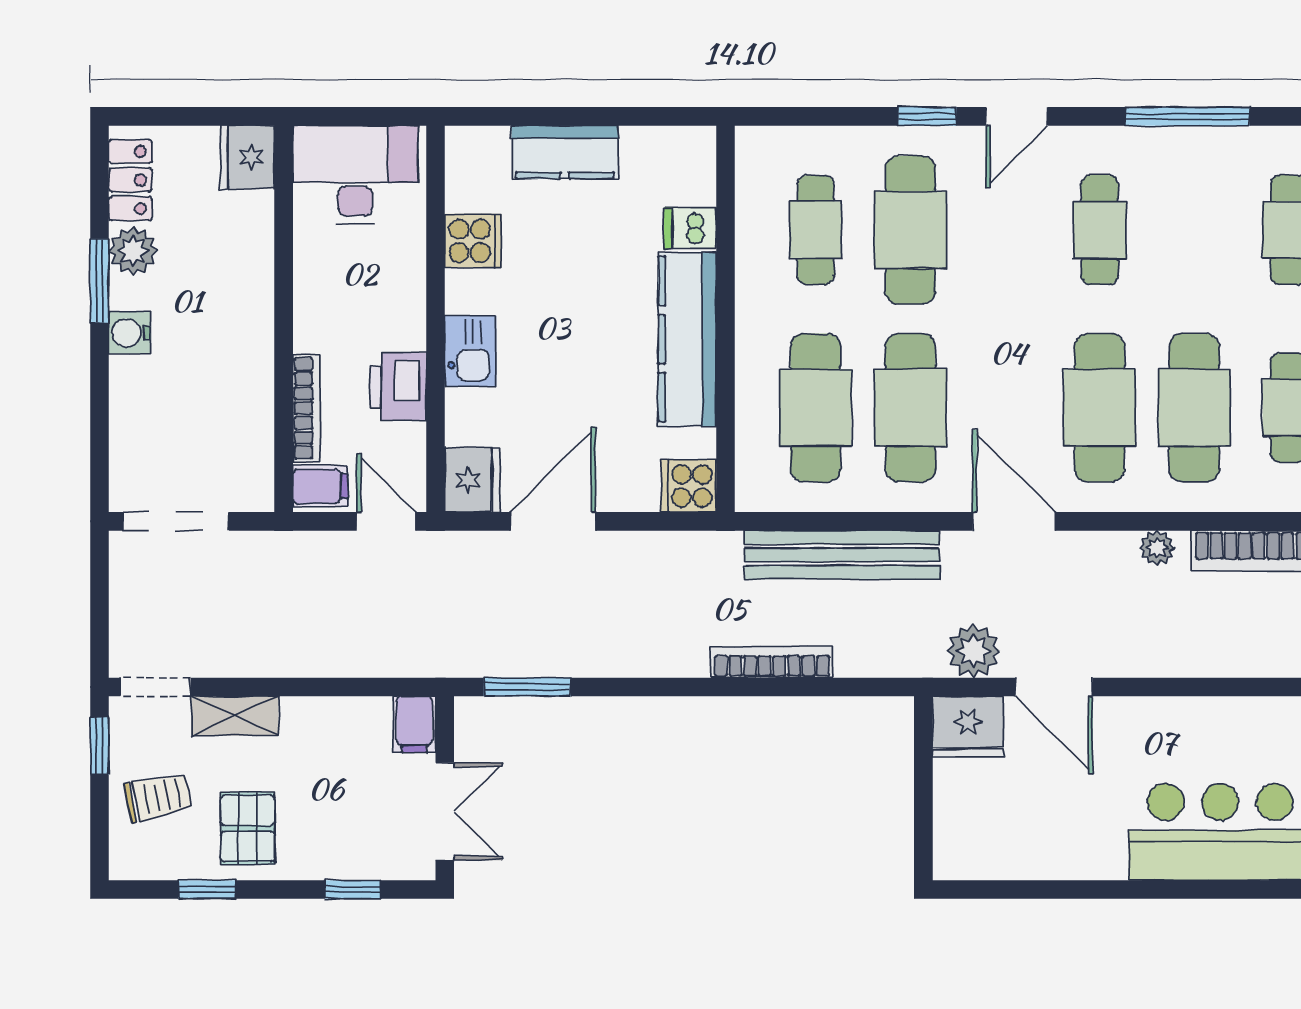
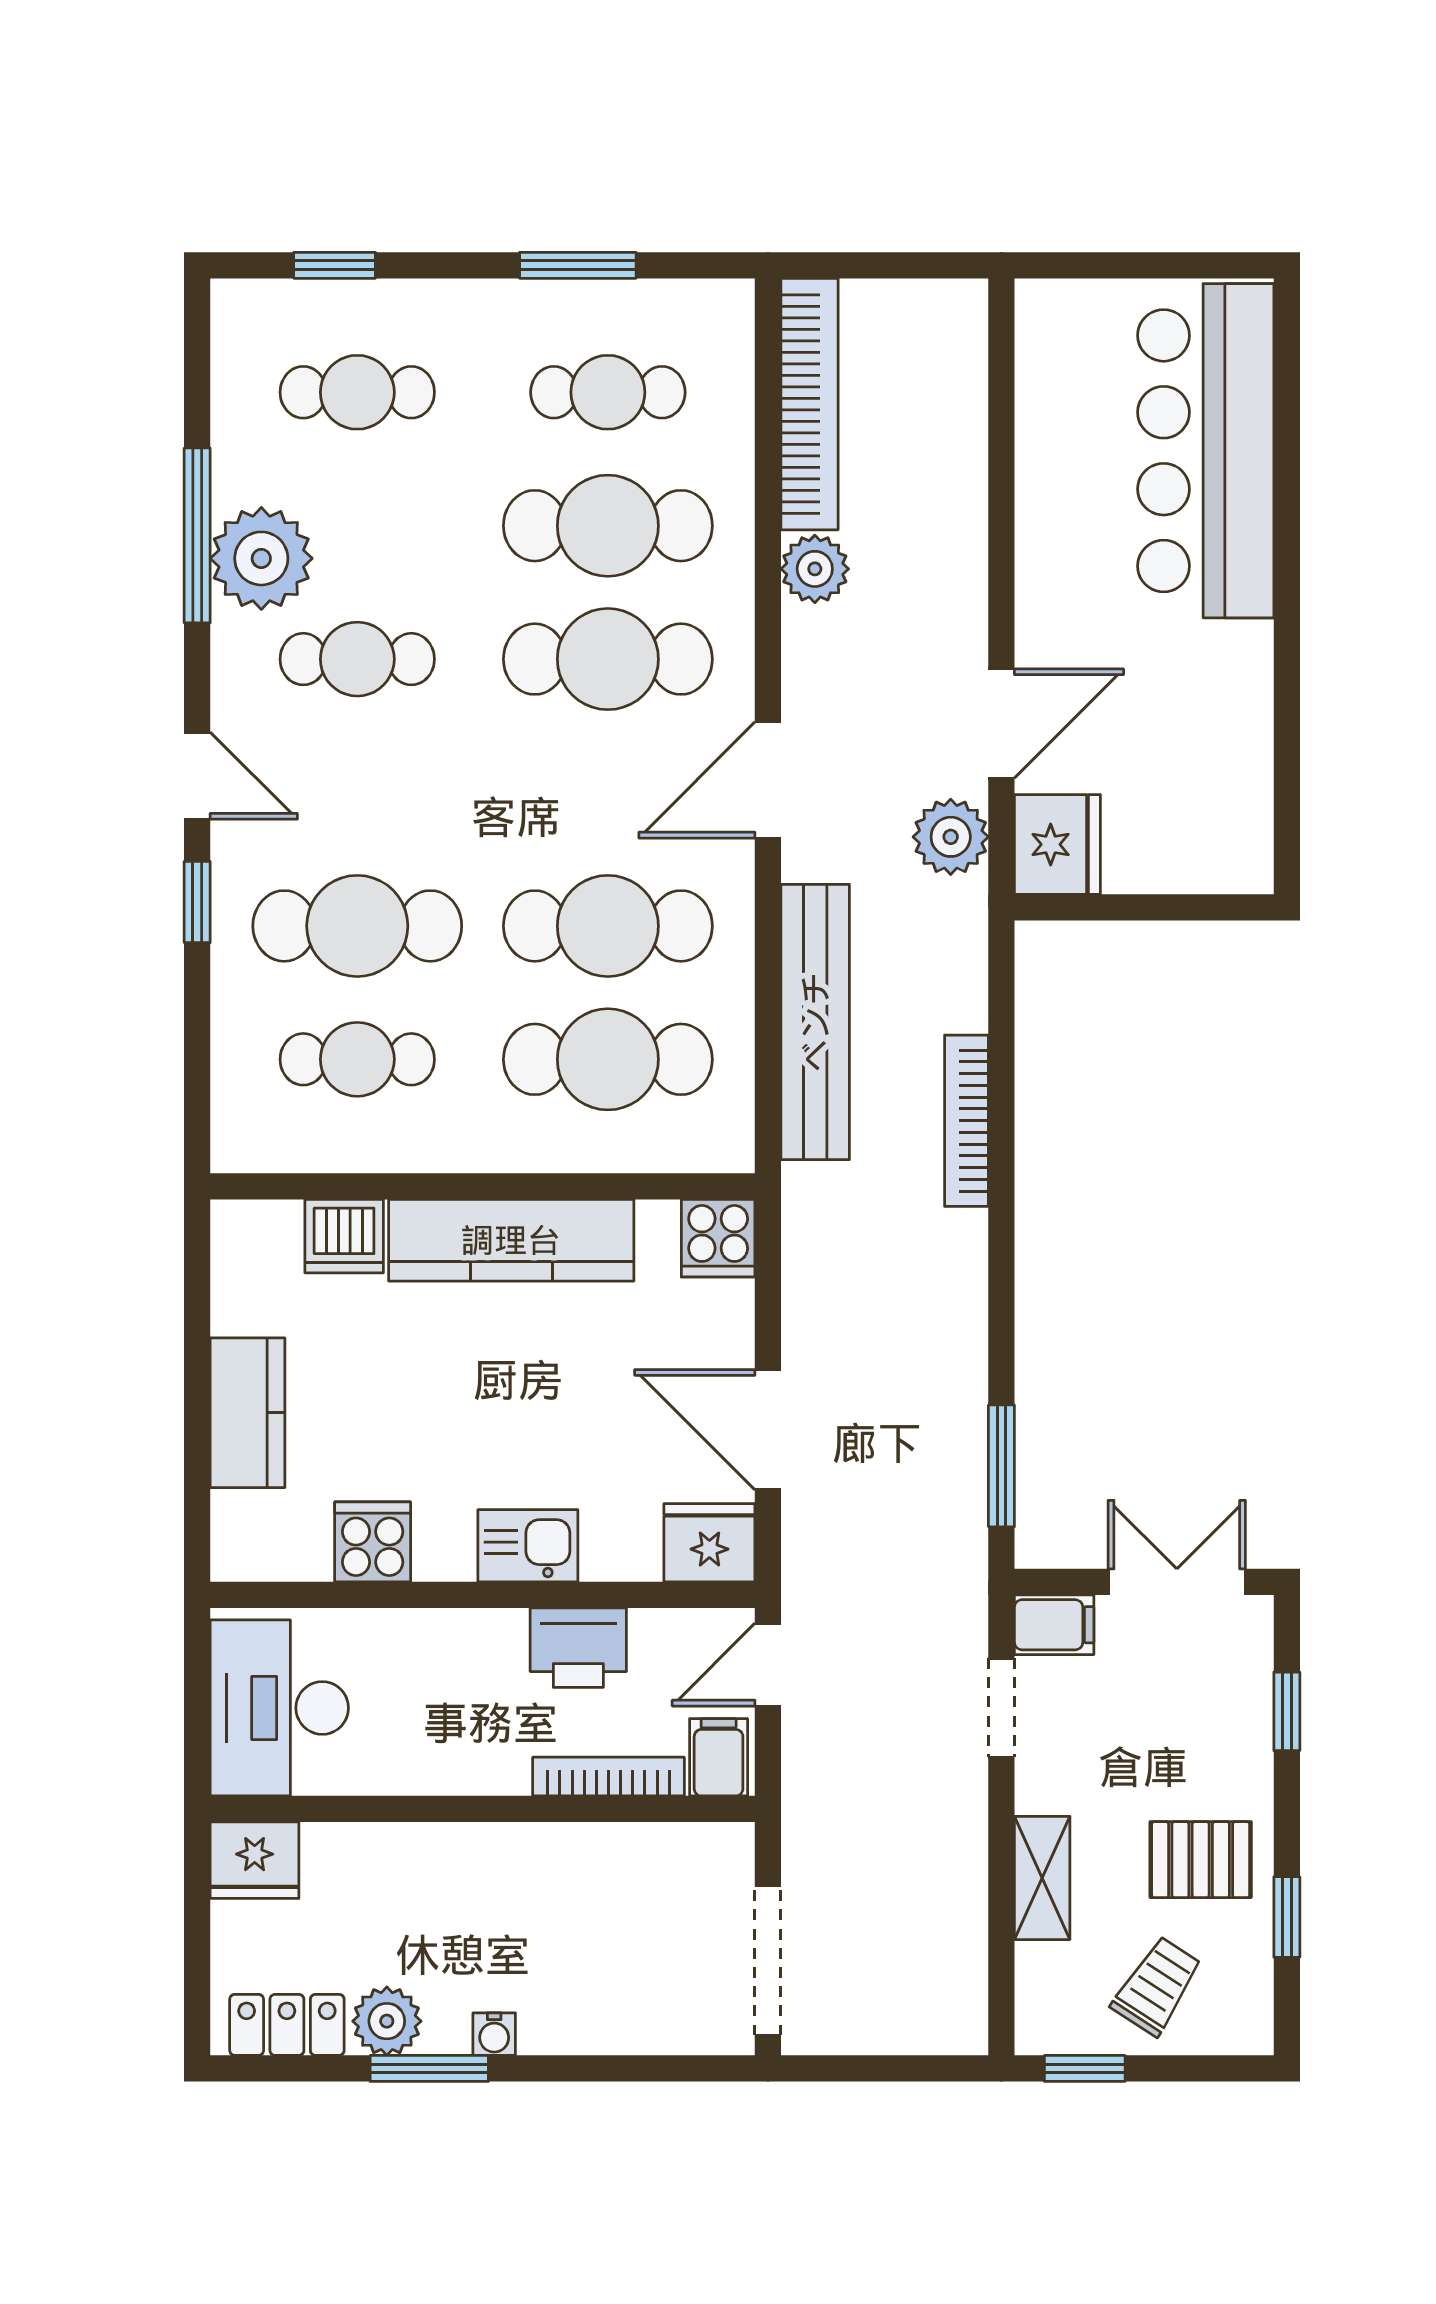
plant: (1171, 162) -> (261, 558), added
dishwasher: (690, 228) -> (344, 1236), width x1.38
water cooler: (130, 333) -> (494, 2034), width x0.72, depth x0.72
plant: (1157, 548) -> (815, 569), width x1.38, depth x1.38
doorway: (155, 687) -> (1001, 1708), moved
trolley: (158, 797) -> (1157, 1986), turned 45

